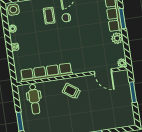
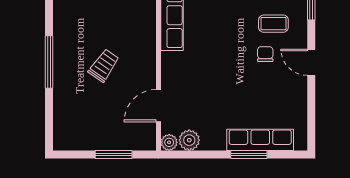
plant: (117, 38) -> (189, 140), moved
trolley: (71, 91) -> (104, 66), moved

